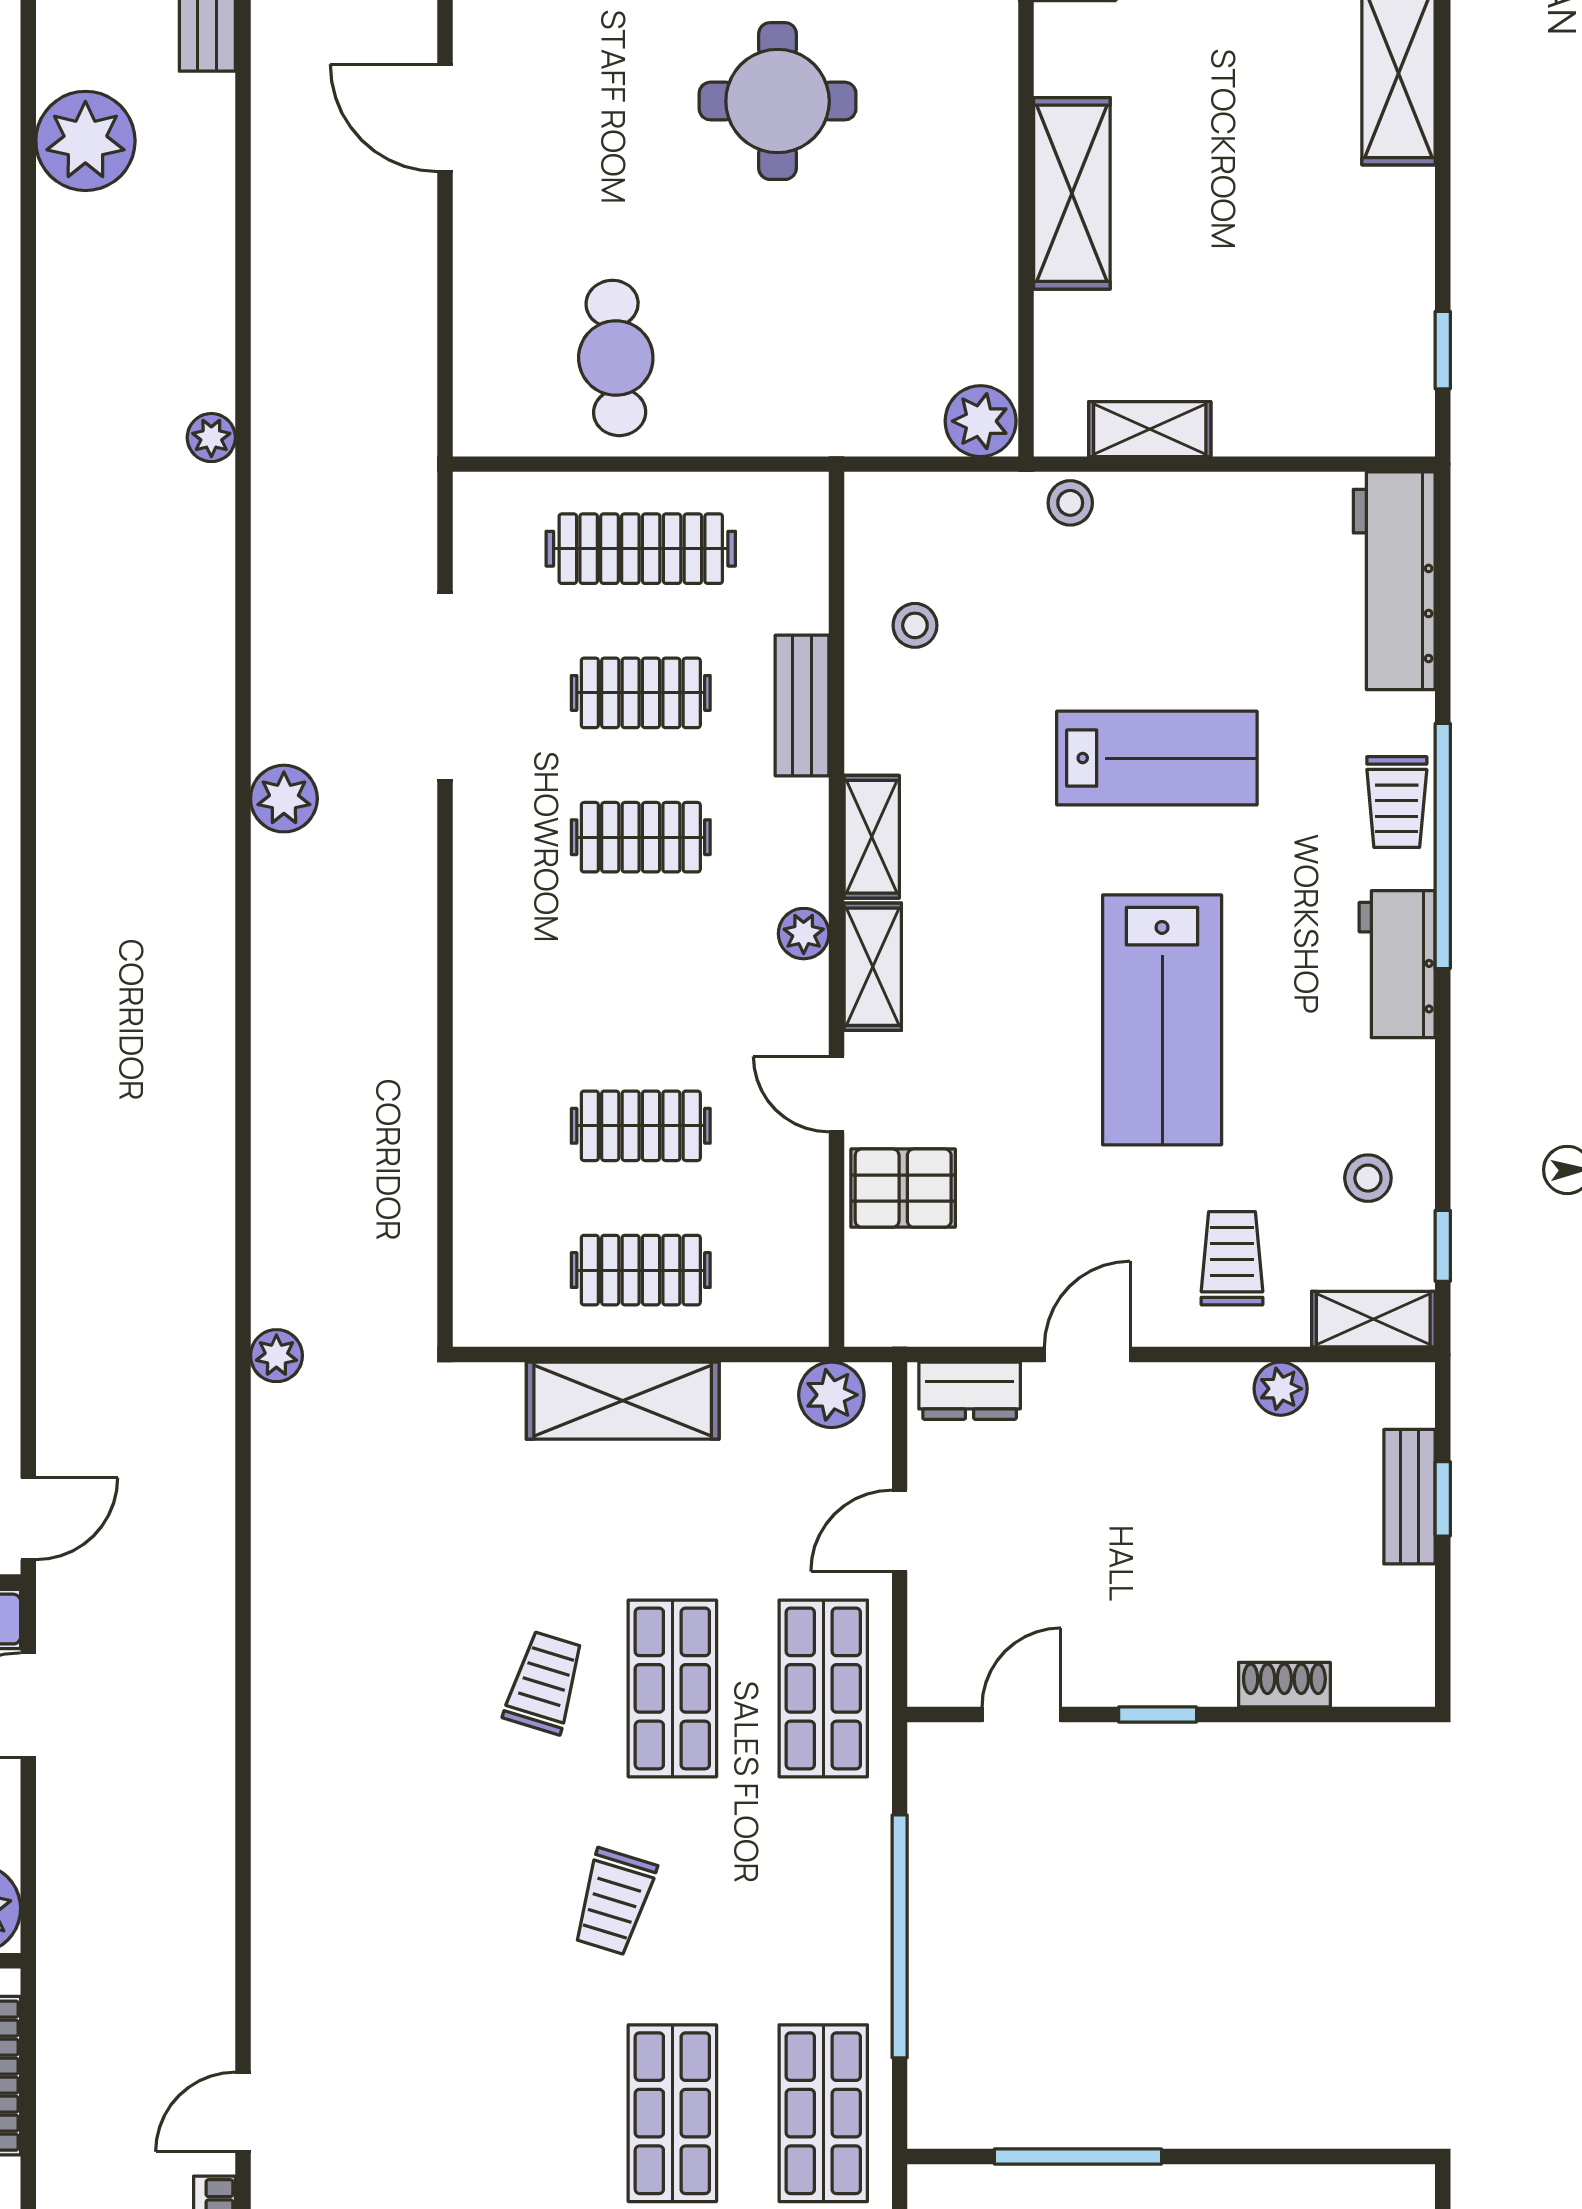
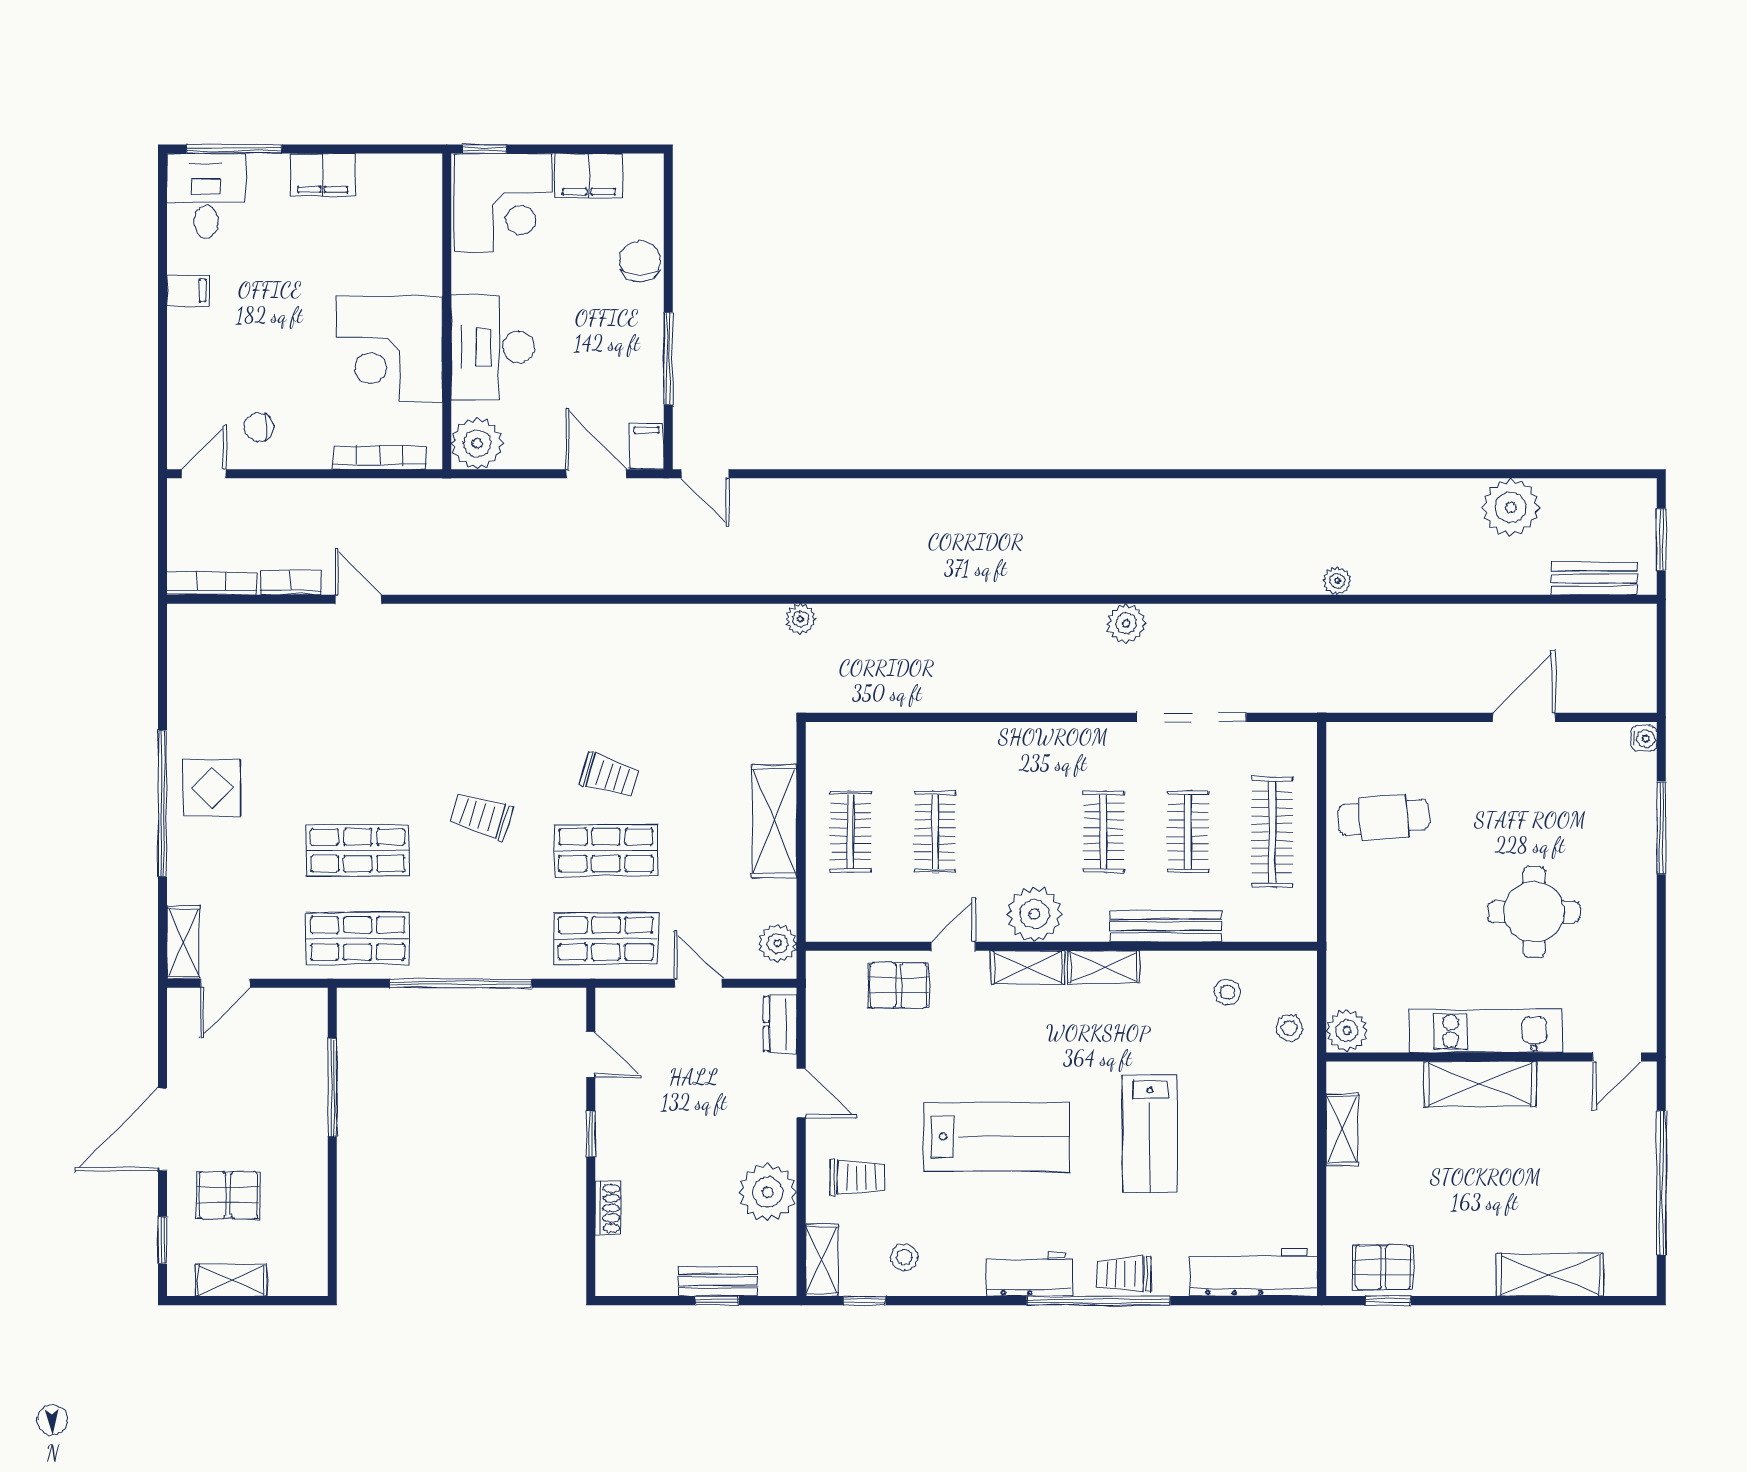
kitchen unit: (982, 184) -> (1486, 1031), added
pallet: (1386, 359) -> (1383, 1267), added
stool: (1070, 503) -> (1289, 1028), moved
bench: (802, 706) -> (1166, 926), width x1.36
plant: (804, 934) -> (1034, 914), width x1.88, depth x1.88
lab bench: (1162, 1020) -> (997, 1137), turned 180
pallet: (903, 1188) -> (898, 985), turned 90
plant: (1281, 1389) -> (768, 1192), width x1.88, depth x1.88

